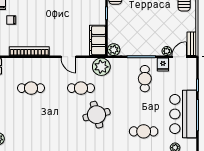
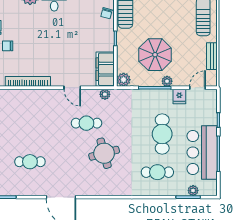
parasol: (142, 28) -> (155, 55), added
bench: (192, 44) -> (212, 56), moved
plant: (167, 51) -> (167, 81), moved
plant: (101, 67) -> (105, 94), width x0.53, depth x0.53
cafe table: (145, 79) -> (162, 134), moved, width x1.37, depth x1.35
cafe table: (31, 88) -> (30, 162), moved

